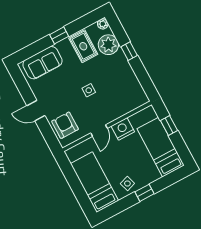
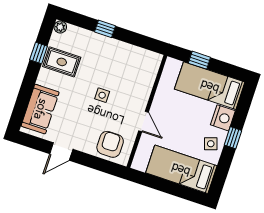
window: (59, 35) -> (39, 53), moved
plant: (108, 45) -> (82, 40), removed
door: (36, 111) -> (61, 152), moved
armchair: (65, 125) -> (110, 144), turned 90
nightstand: (123, 129) -> (223, 118), moved, turned 180

